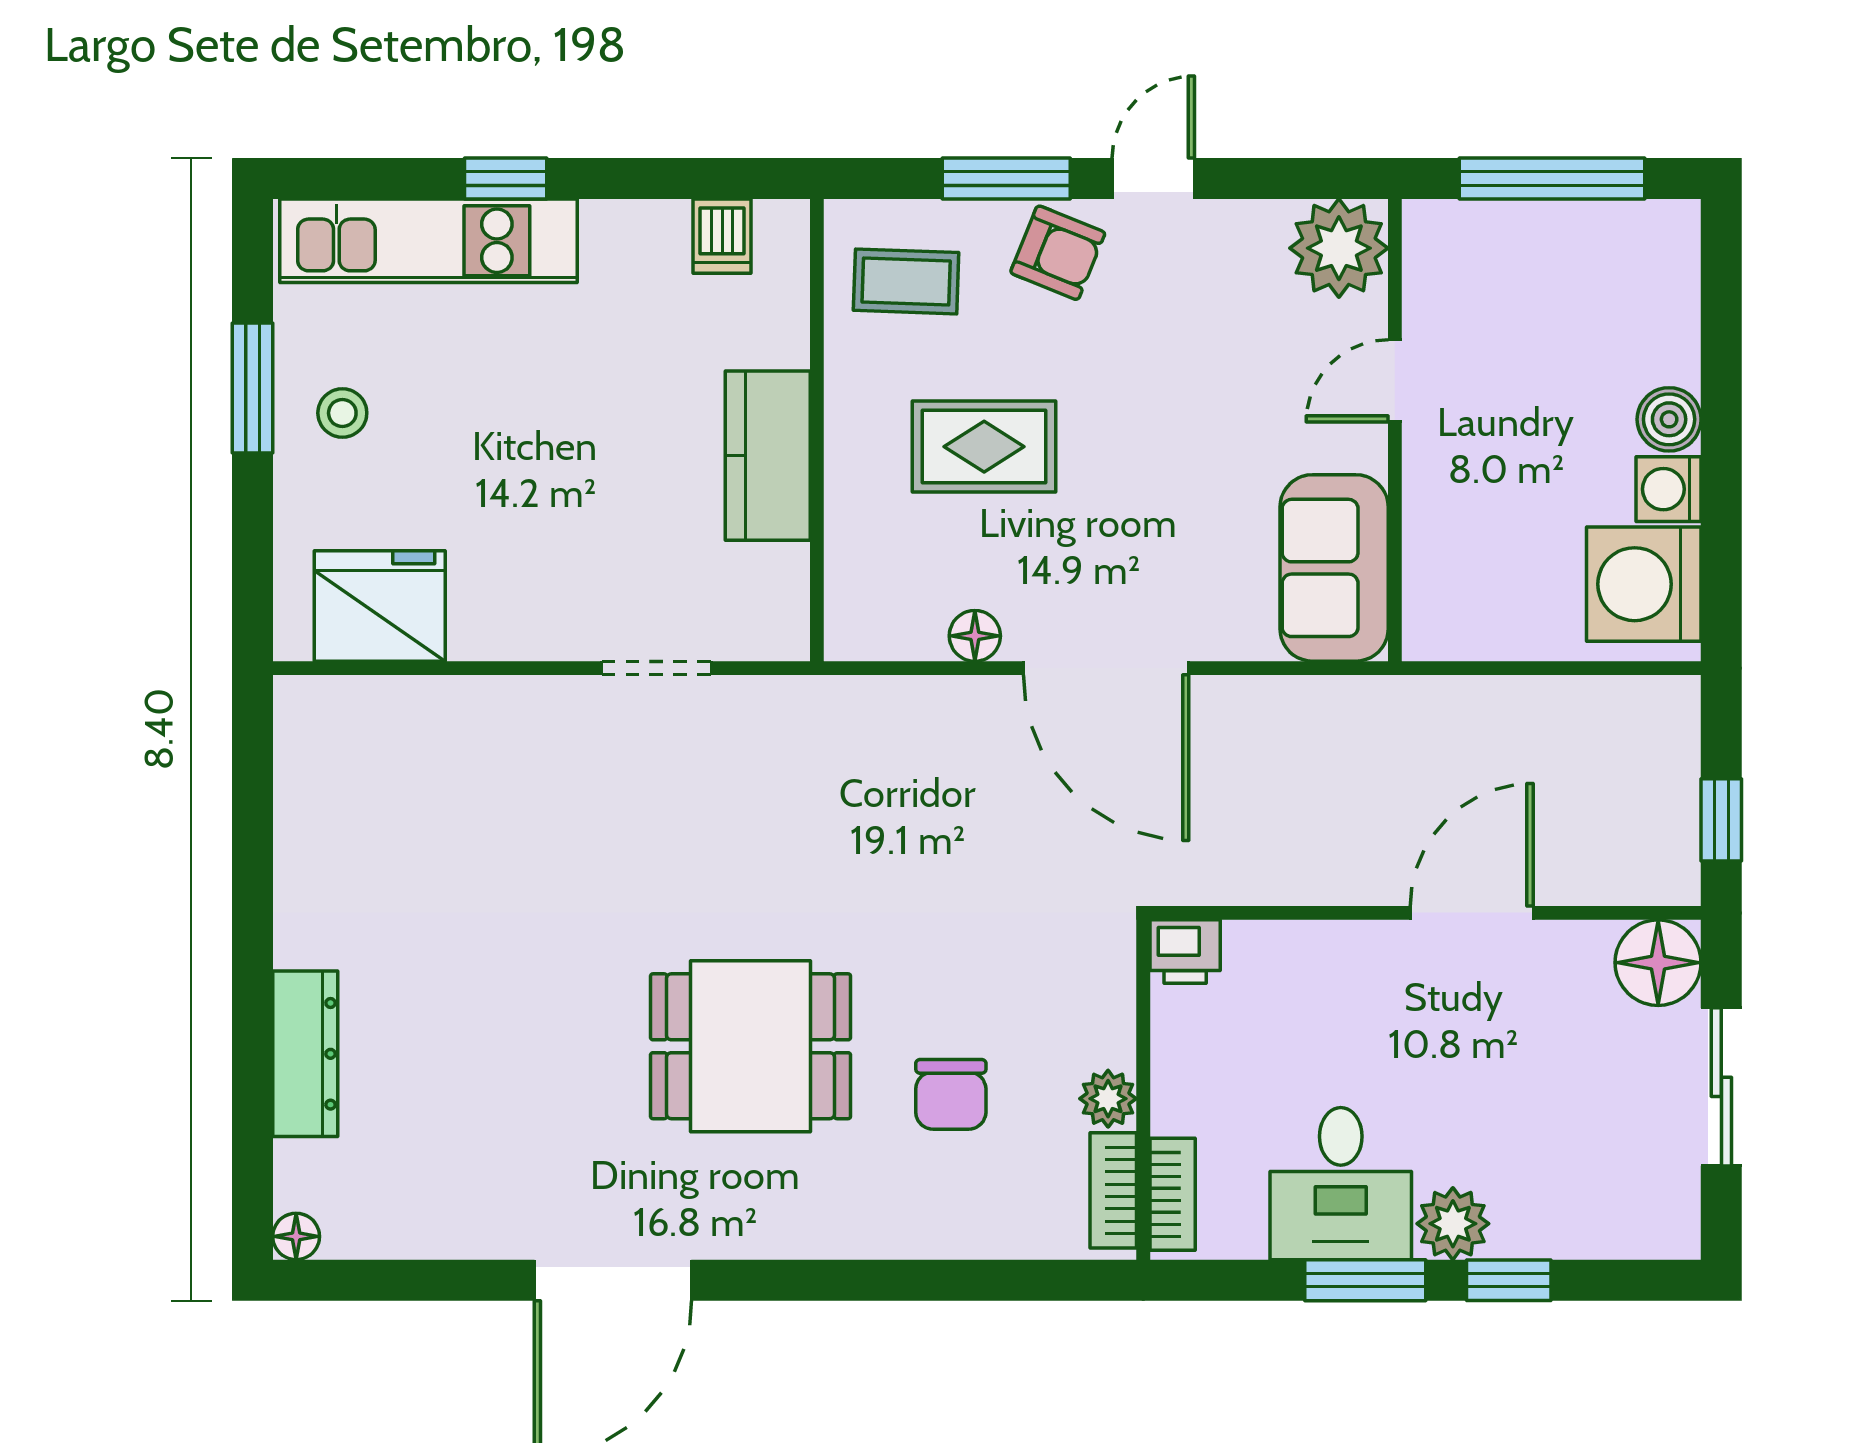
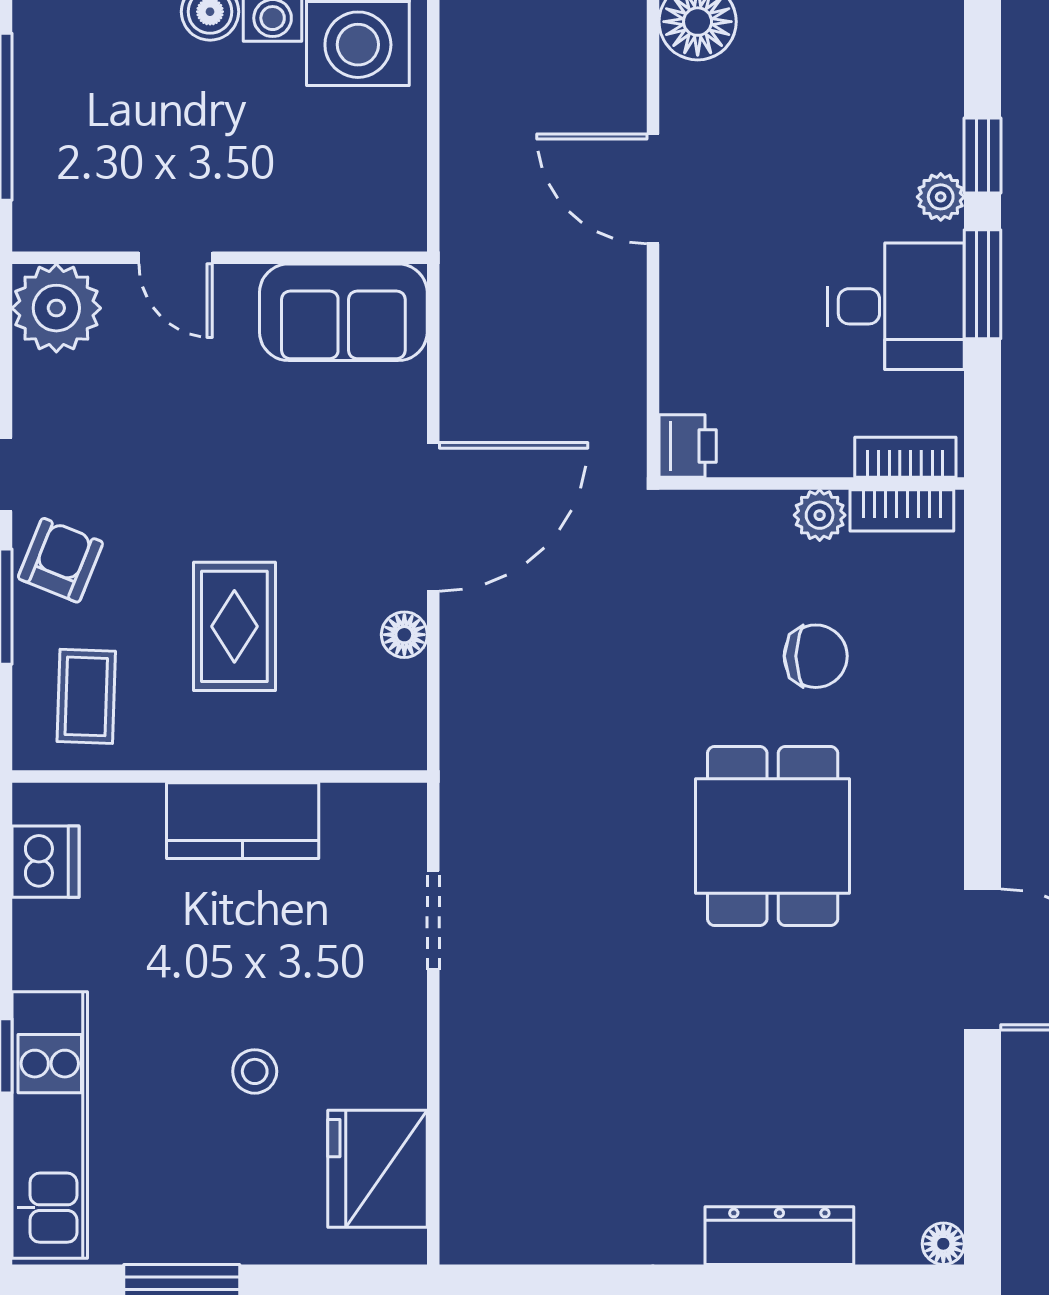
dishwasher: (722, 236) -> (46, 862), width x1.38
stool: (342, 413) -> (255, 1071), moved
plant: (1453, 1224) -> (941, 197), width x0.73, depth x0.73

